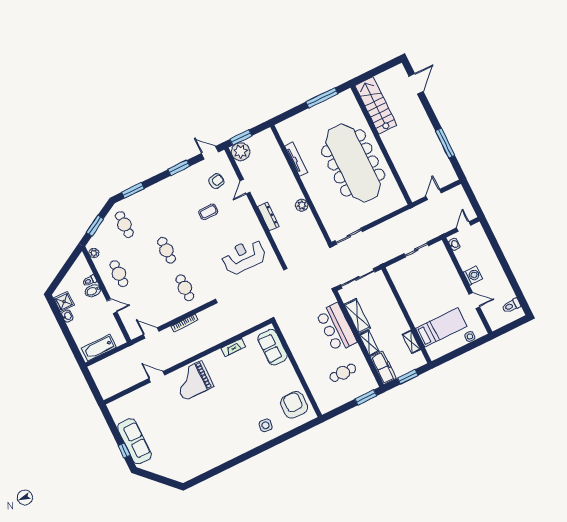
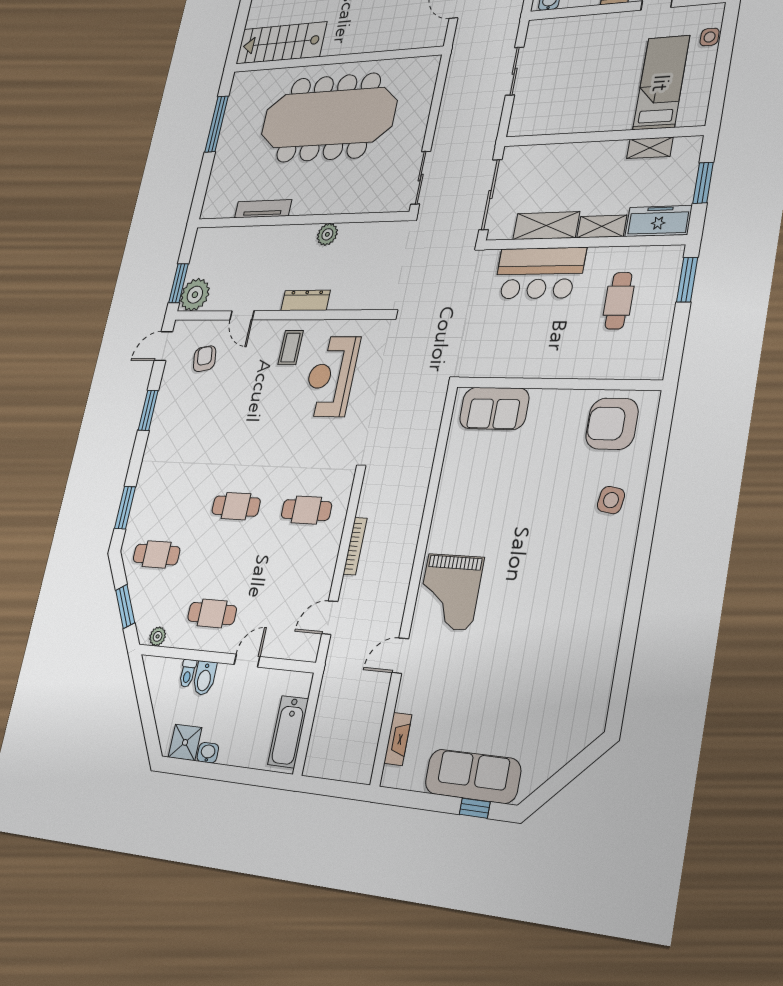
coffee table: (208, 212) -> (291, 348), moved
fireplace: (233, 347) -> (398, 739), moved

